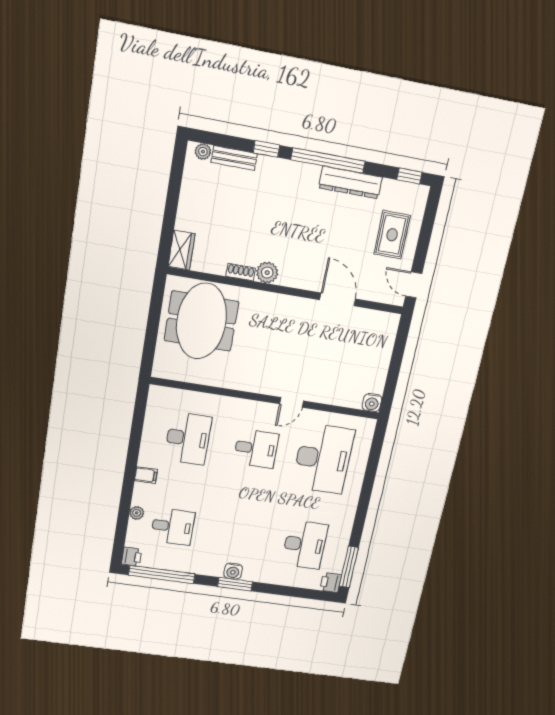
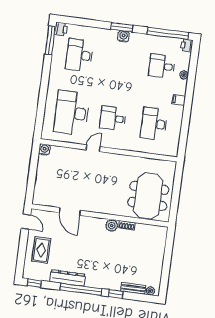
wardrobe: (182, 250) -> (161, 236), removed

